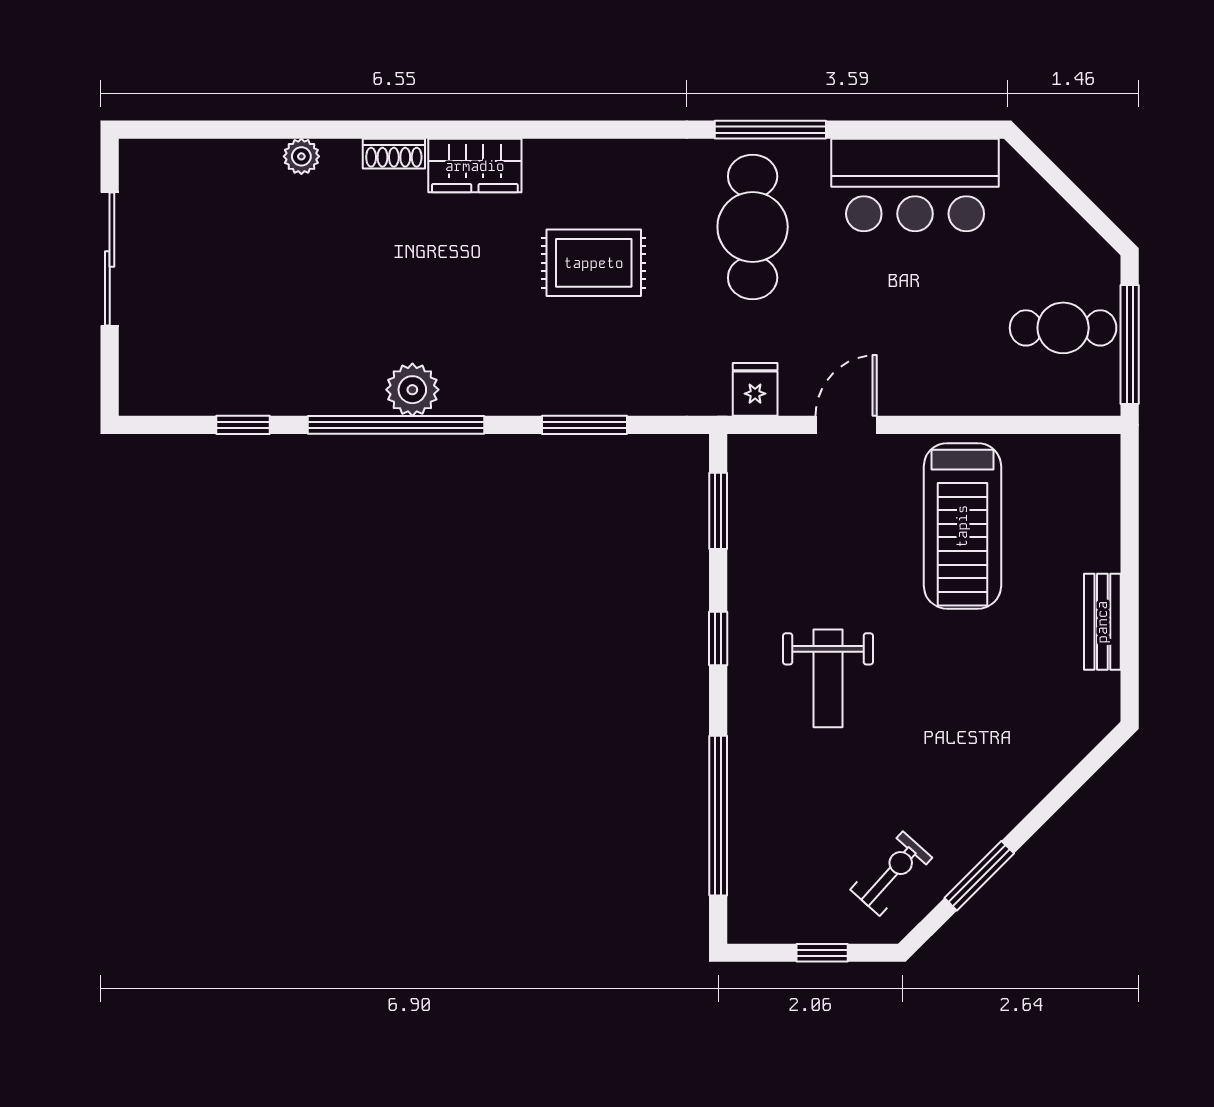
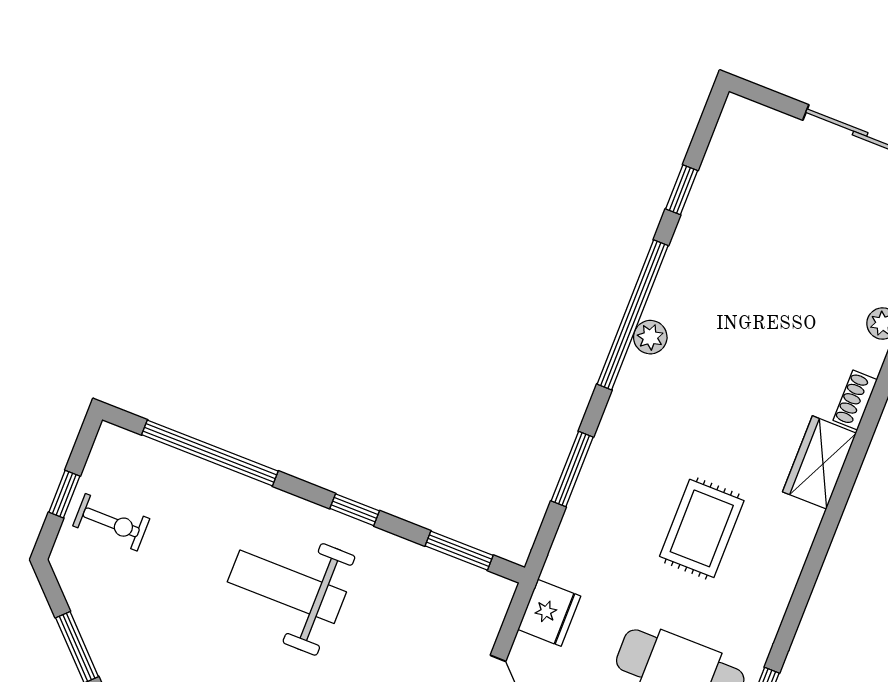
fridge: (755, 389) -> (549, 613), width x1.38
plant: (412, 390) -> (650, 337), width x0.73, depth x0.73
weight bench: (828, 678) -> (287, 587), width x1.36, depth x1.33
exercise bike: (891, 874) -> (111, 522), moved, turned -42

